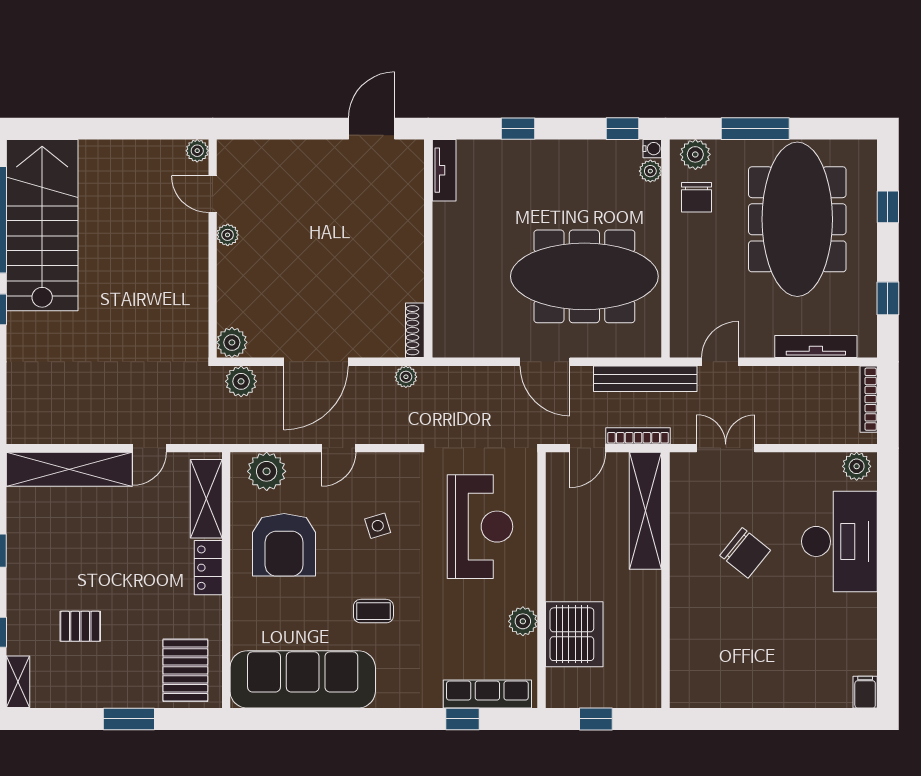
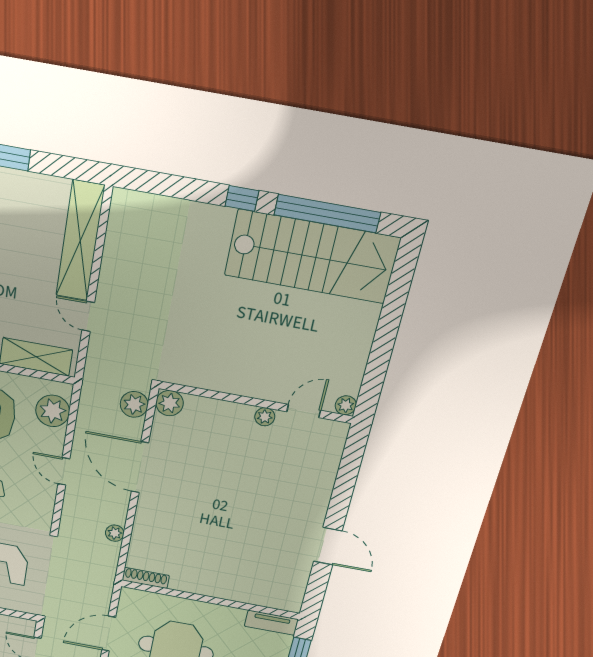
tv unit: (444, 170) -> (271, 623), moved
wall: (428, 249) -> (210, 600), moved
shoe rack: (415, 330) -> (146, 578), moved

